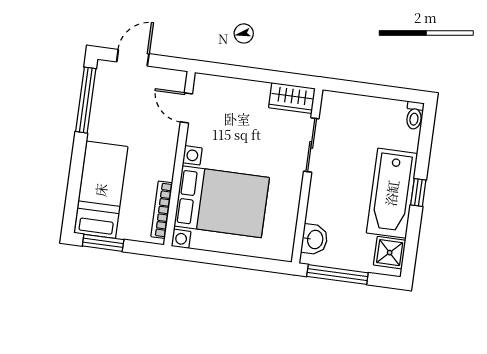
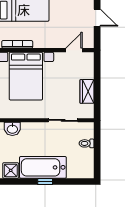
wardrobe: (292, 98) -> (87, 91), moved
toilet: (414, 115) -> (87, 143), moved

